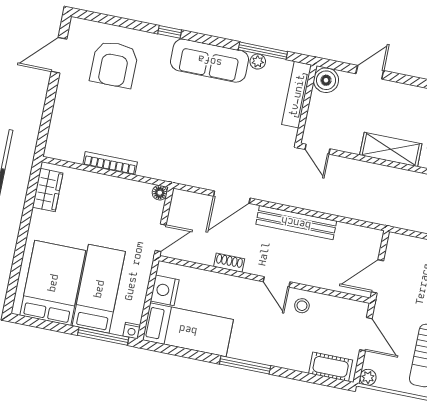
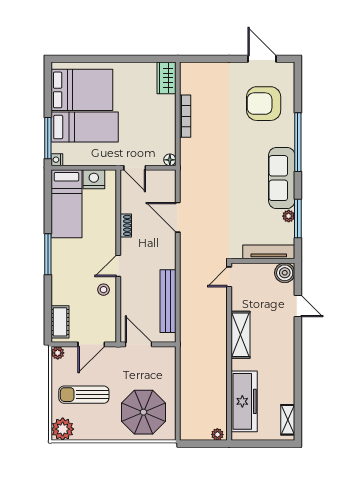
window: (170, 32) -> (298, 142), width x3.17
wardrobe: (48, 190) -> (167, 78), moved, turned 90
bench: (296, 223) -> (168, 301), moved

